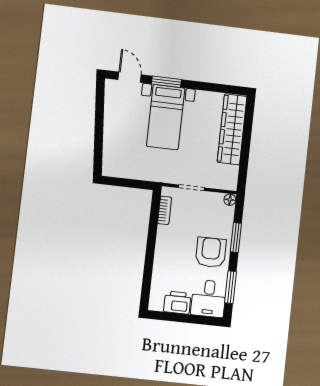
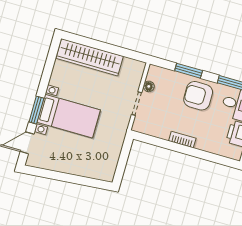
floor lamp: (230, 200) -> (149, 86), moved
bookcase: (165, 210) -> (182, 140), moved

